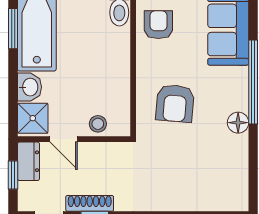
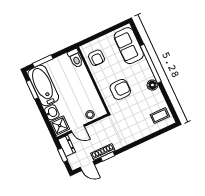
armchair: (158, 25) -> (97, 58), turned 180
armchair: (175, 103) -> (120, 89), turned -95
coffee table: (225, 185) -> (160, 116), added

